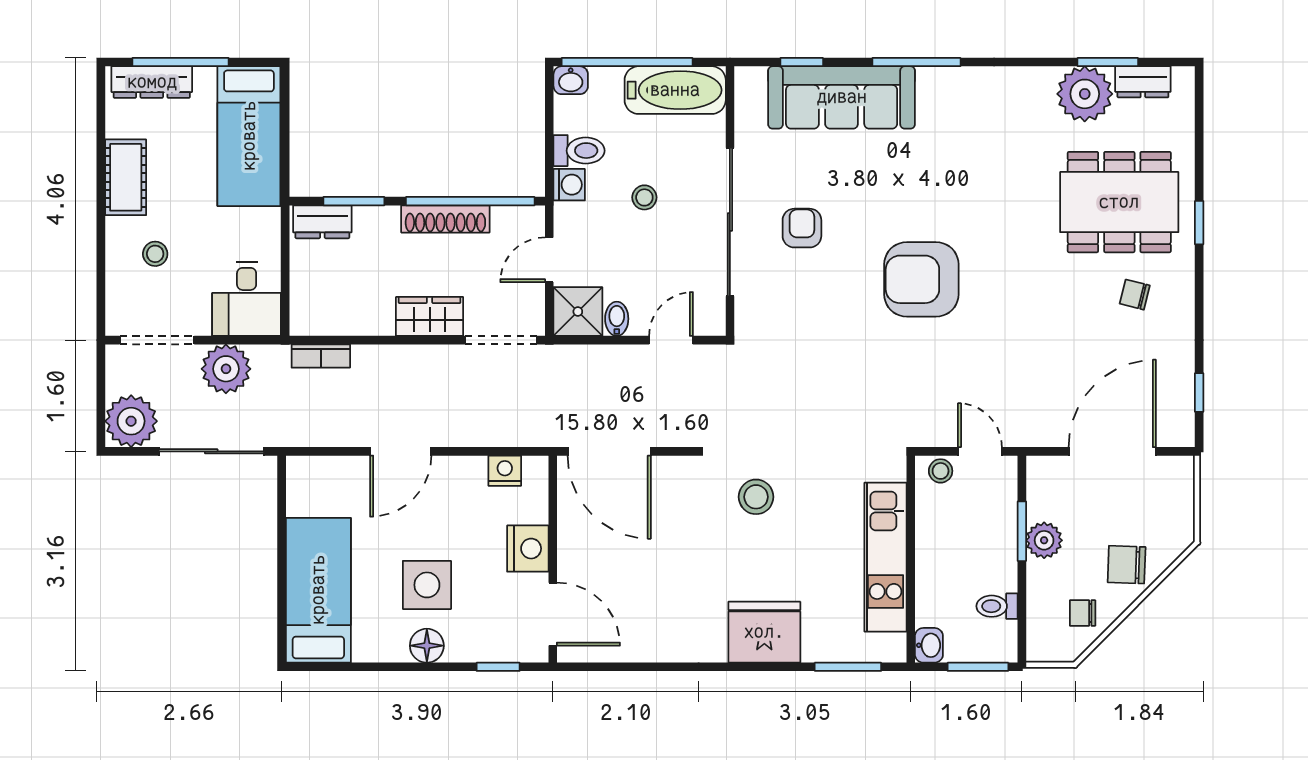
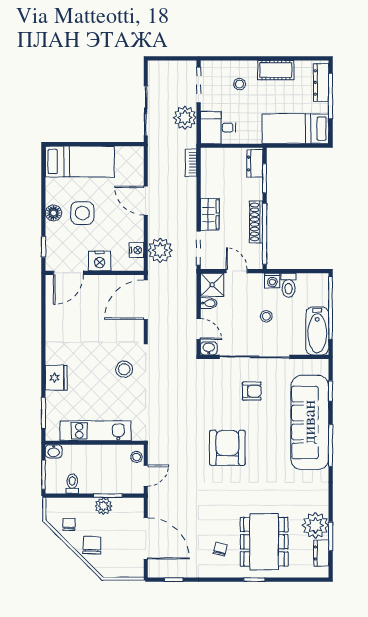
washbasin: (571, 80) -> (209, 348), moved, turned 90
sofa: (842, 97) -> (310, 422), width x1.36, depth x1.27
plant: (131, 421) -> (160, 250), moved
fridge: (764, 632) -> (56, 378), width x0.73, depth x0.75

